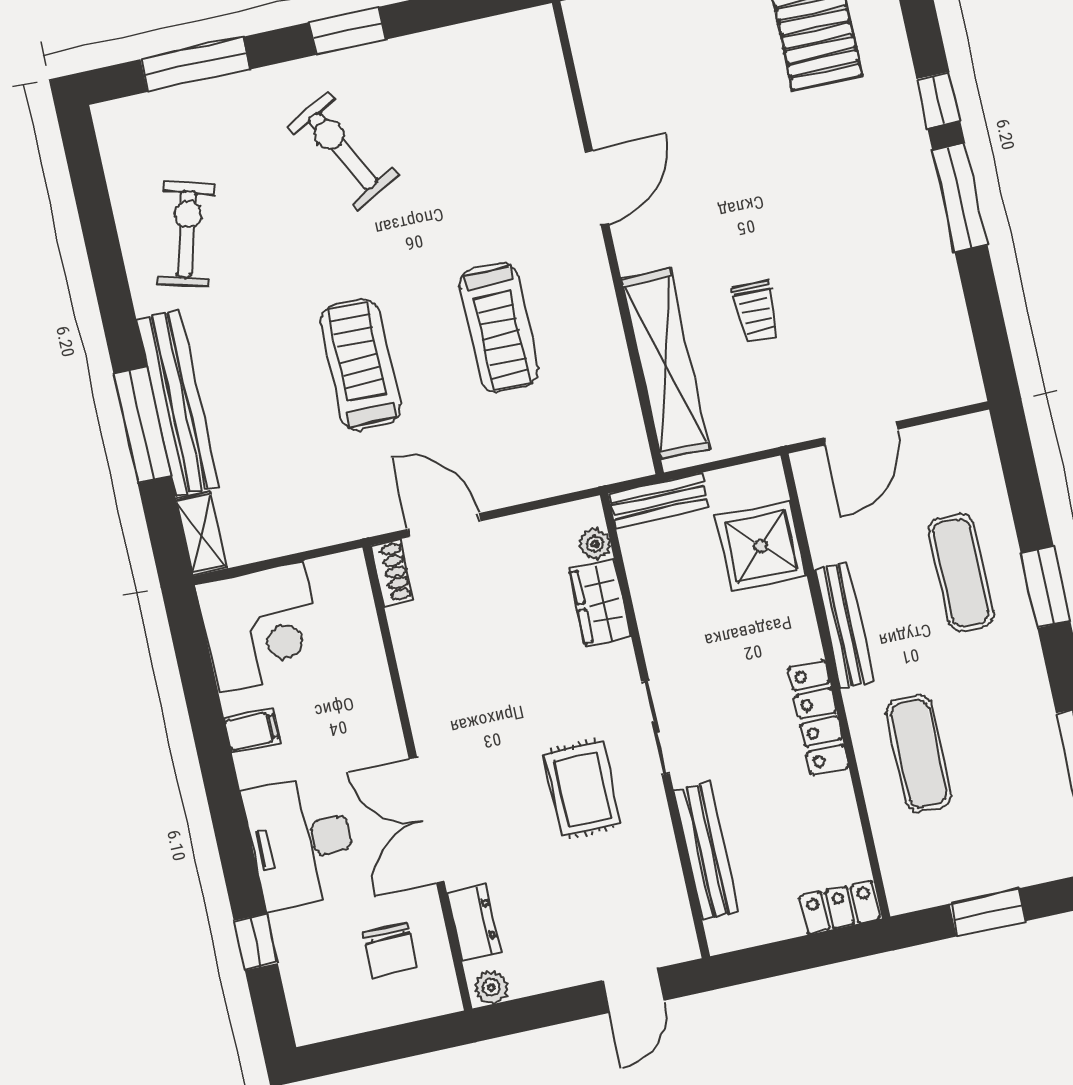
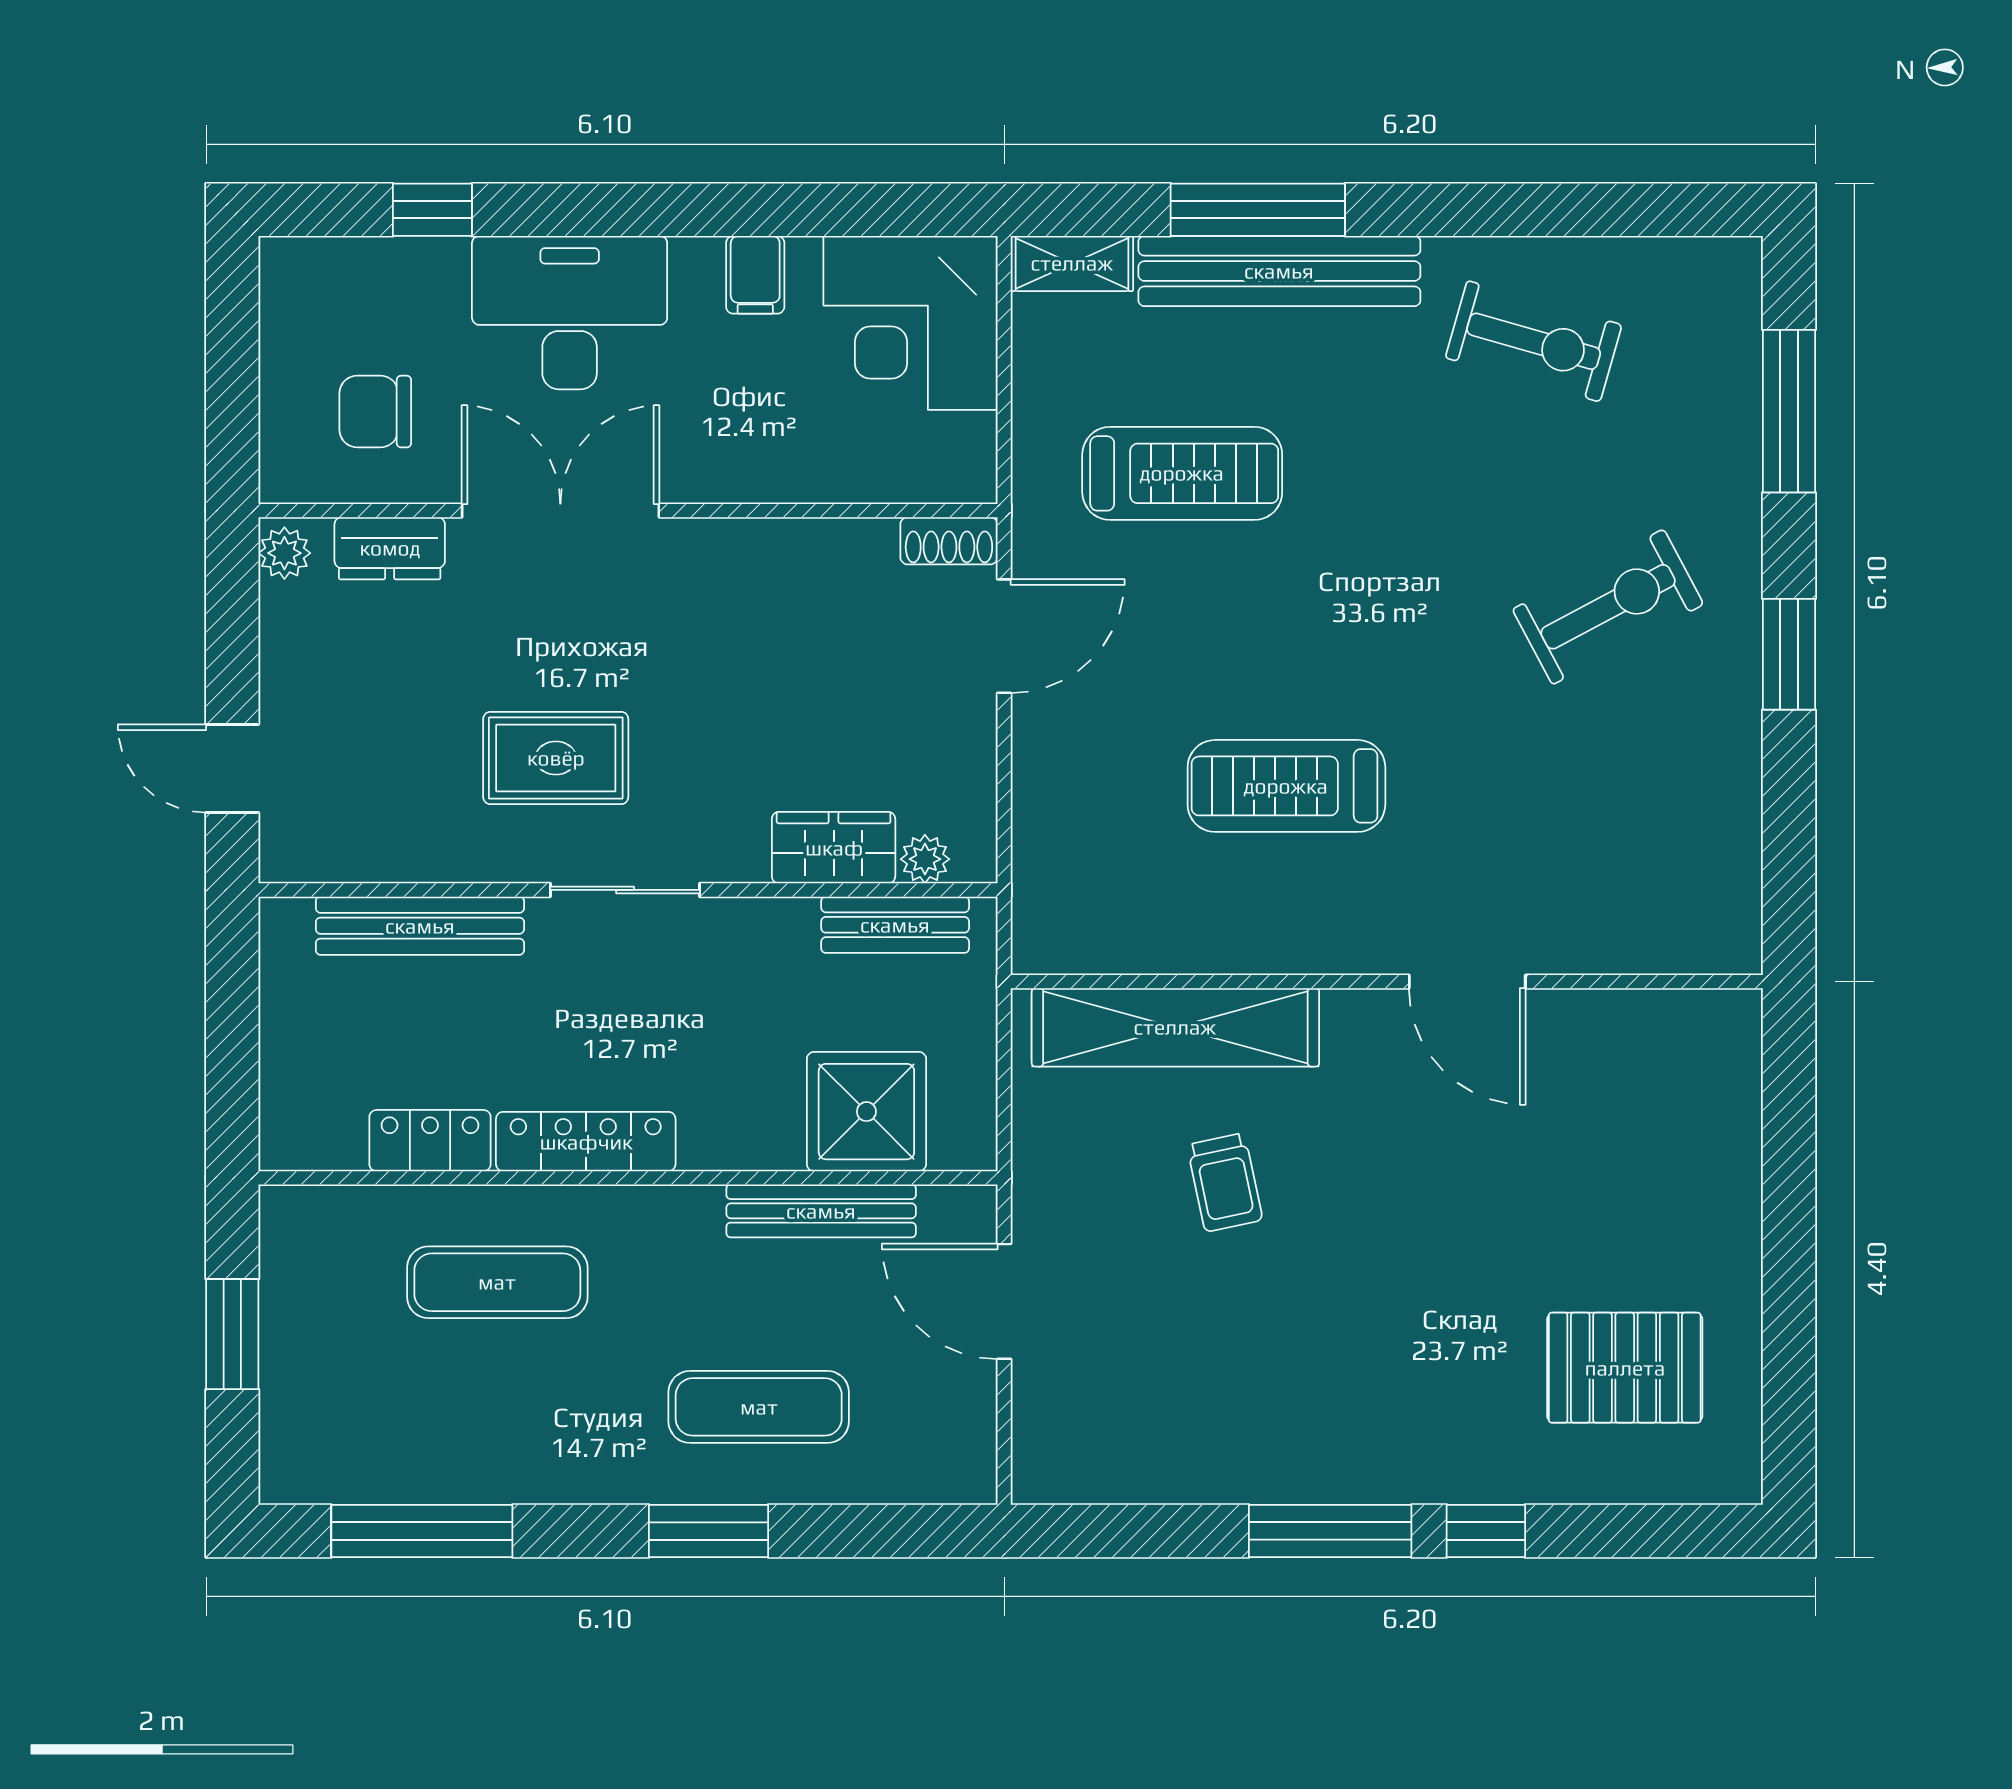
trolley: (756, 312) -> (1225, 1182), turned -102
treadmill: (360, 365) -> (1182, 473), moved
bench: (659, 501) -> (895, 925), moved, turned 90
bench: (844, 625) -> (821, 1211), moved
locker: (840, 908) -> (430, 1141), moved, turned -90

